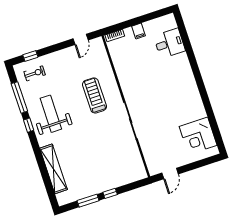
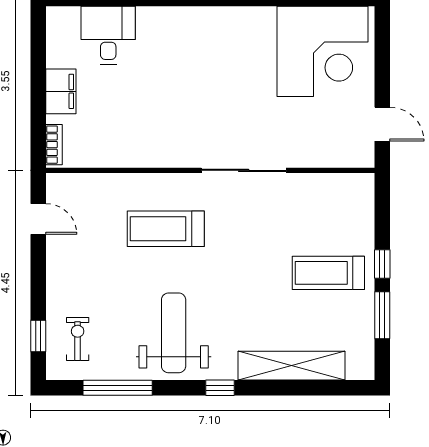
filing cabinet: (139, 31) -> (61, 91), width x2.00
weight bench: (51, 114) -> (174, 333), turned 90
window: (29, 125) -> (220, 388), moved
corner desk: (198, 136) -> (323, 51), width x1.36, depth x1.36
treadmill: (99, 172) -> (328, 273), added

